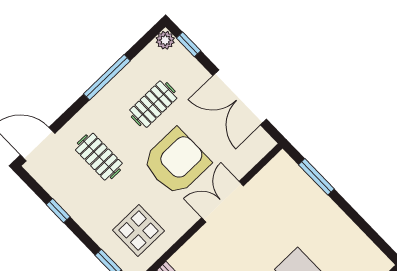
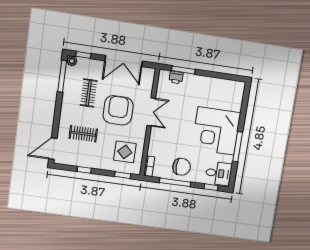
window: (107, 77) -> (62, 76), moved
printer: (298, 179) -> (176, 77), added
double door: (223, 202) -> (151, 112), swing flipped

